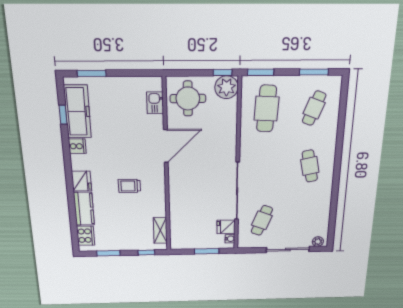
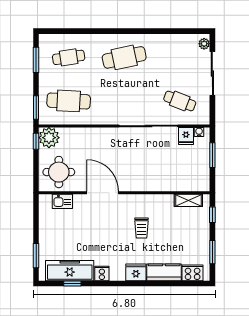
cafe table: (314, 108) -> (69, 57), turned -30
cafe table: (310, 166) -> (124, 57), width x1.37, depth x1.35

